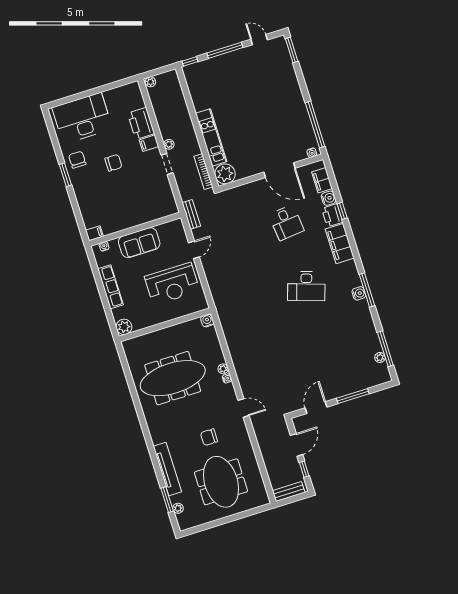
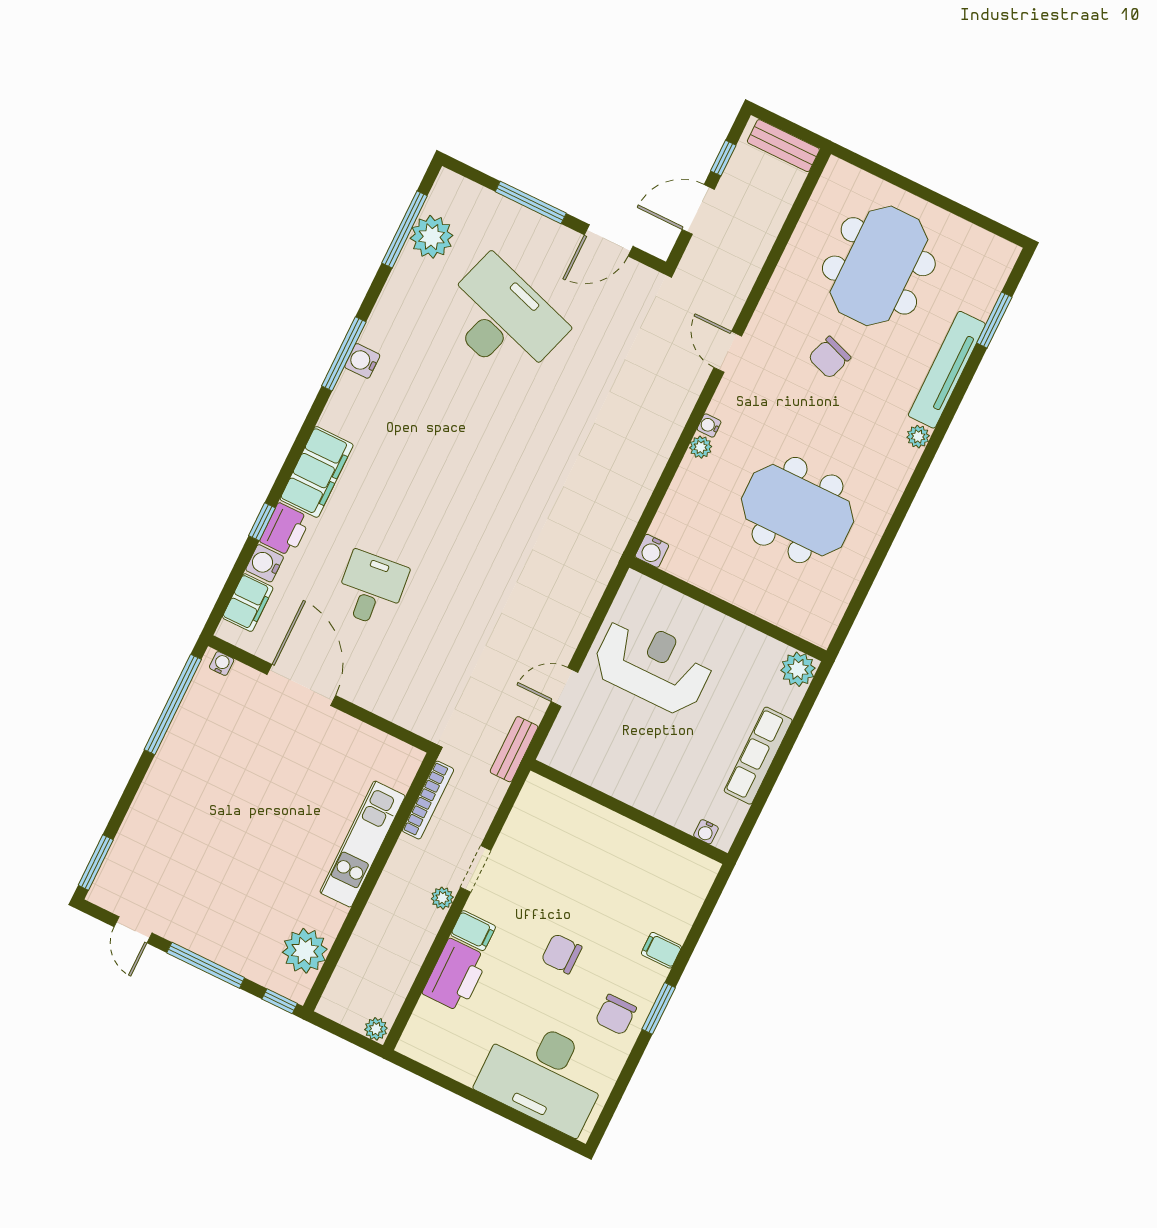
plant: (225, 174) -> (305, 951), moved
filing cabinet: (94, 233) -> (661, 950), moved
sofa: (139, 243) -> (643, 783), removed
desk: (306, 286) -> (503, 319), moved, width x1.36, depth x1.30
plant: (380, 358) -> (432, 237), width x1.88, depth x1.88
meeting table: (173, 378) -> (798, 510), width x0.73
chair: (209, 437) -> (830, 357), turned 109
plant: (178, 508) -> (918, 437), moved

